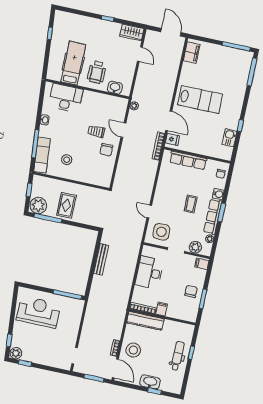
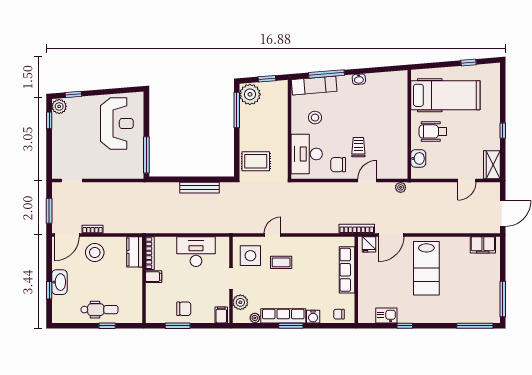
hospital bed: (73, 63) -> (445, 95), width x1.37, depth x1.29
desk: (66, 98) -> (307, 154), moved, turned 180
coffee table: (191, 204) -> (281, 262), moved
rug: (66, 205) -> (256, 161), moved
kitchen counter: (145, 321) -> (135, 252), width x0.67

